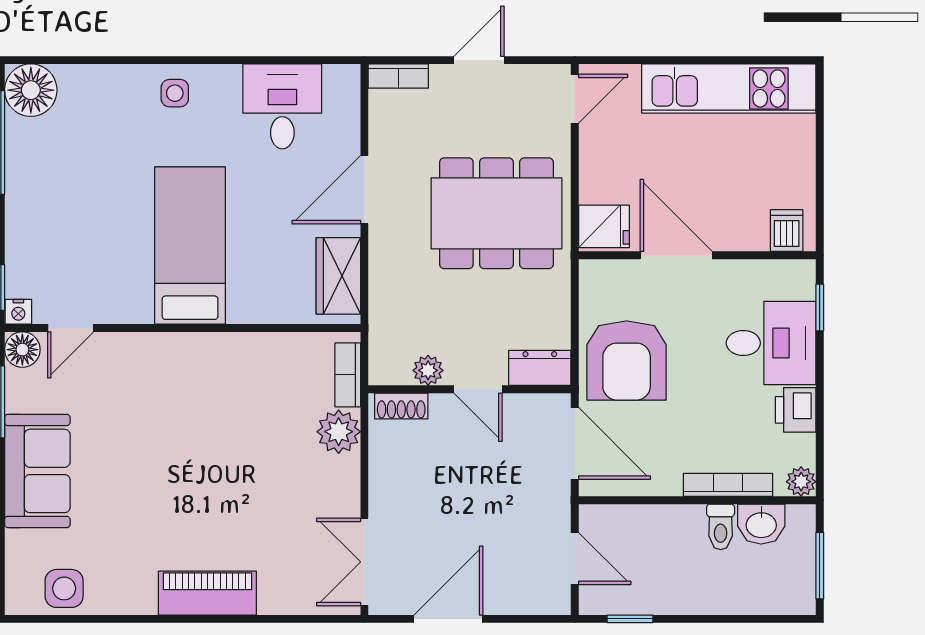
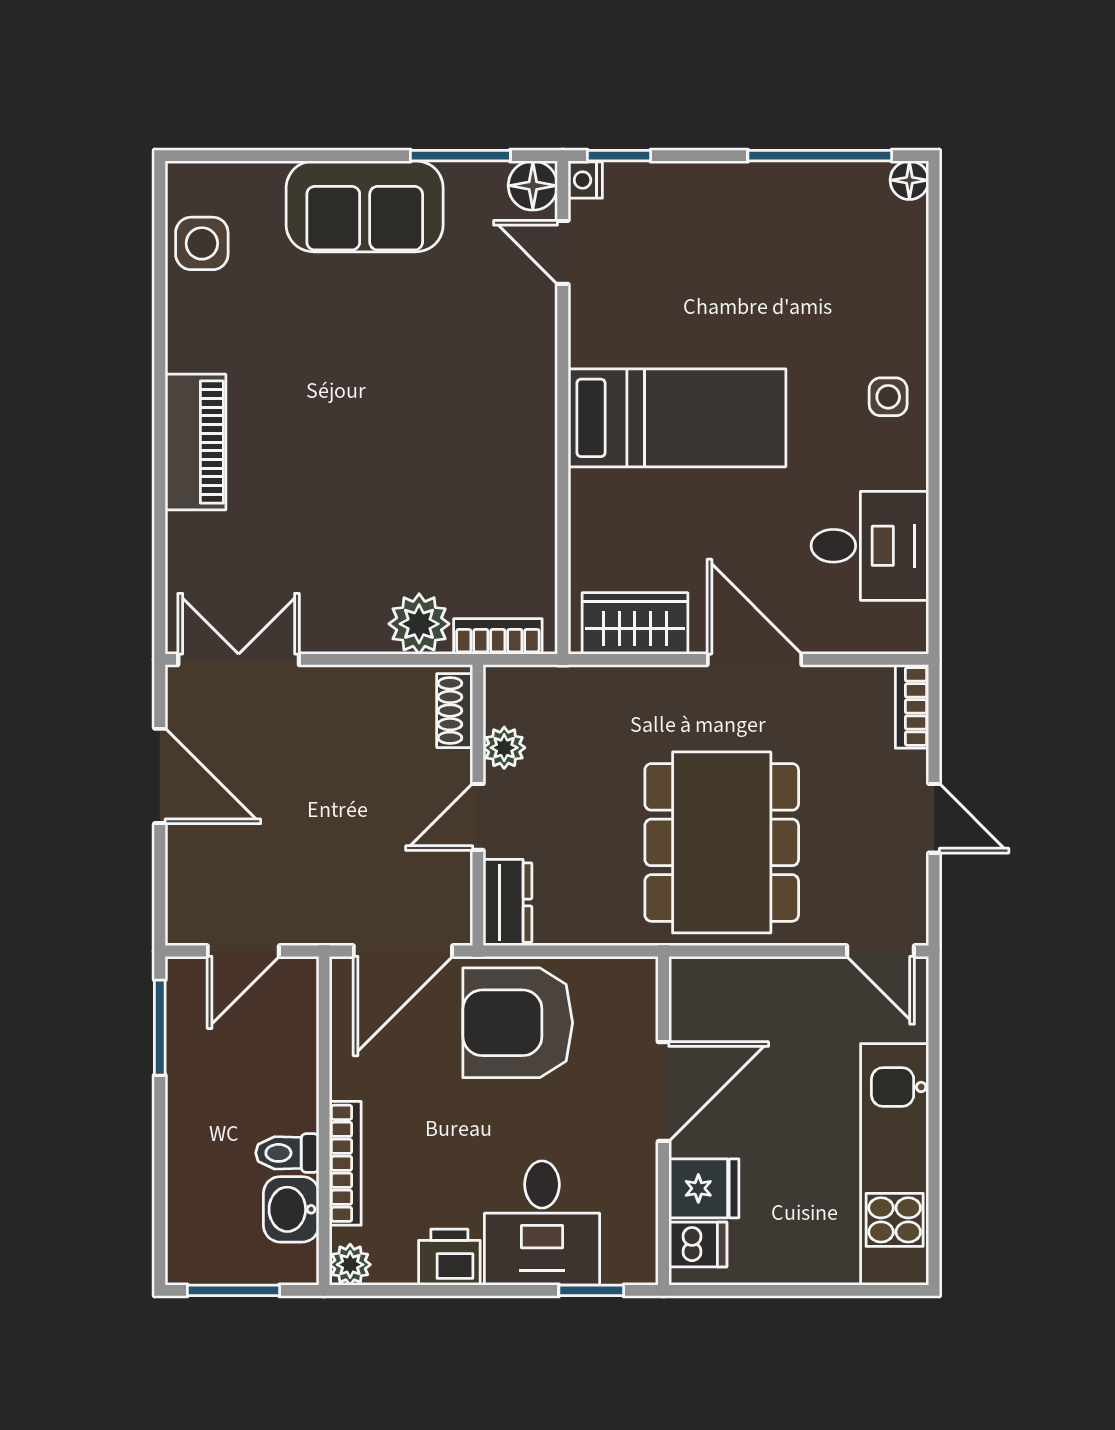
floor lamp: (31, 90) -> (909, 180), width x0.53, depth x0.53
fridge: (604, 226) -> (704, 1188), moved, turned -90
window: (630, 619) -> (160, 1028), width x1.50

